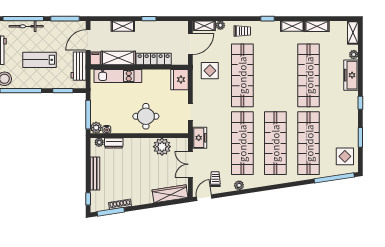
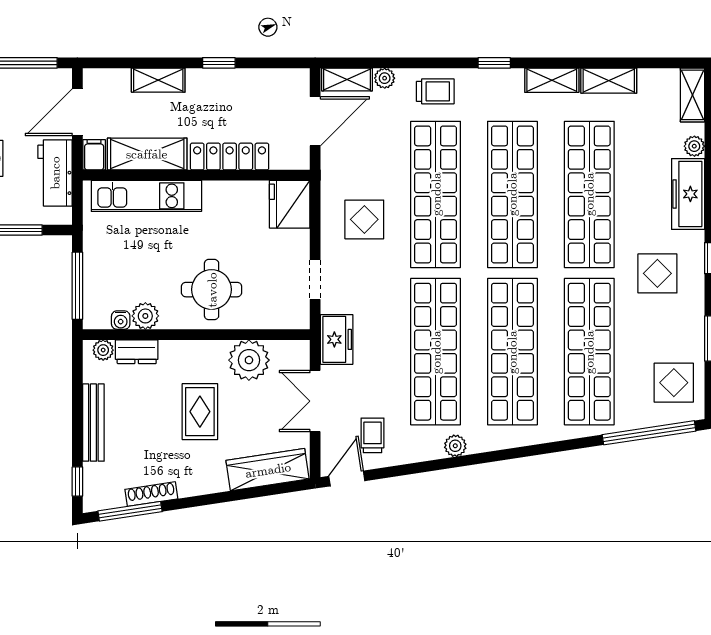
display table: (210, 71) -> (364, 219), moved
shop shelf: (275, 75) -> (512, 194), added
display table: (338, 109) -> (657, 273), added
plant: (96, 128) -> (145, 316), moved
rug: (141, 169) -> (200, 412), added
plant: (239, 185) -> (455, 446), moved

